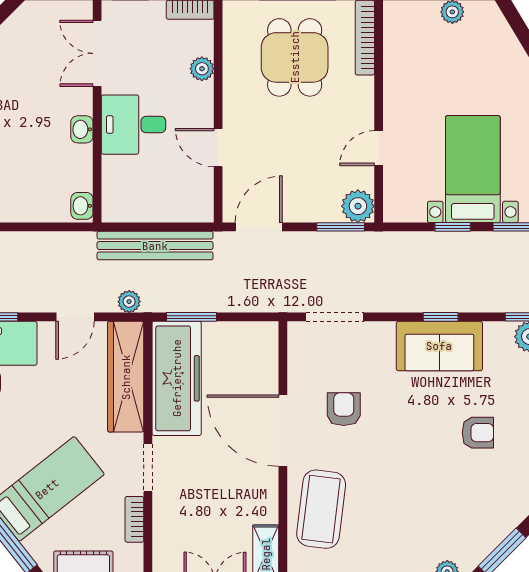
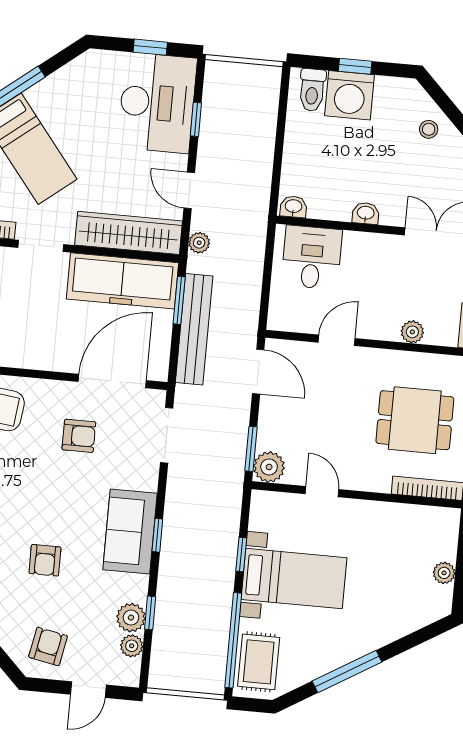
desk: (133, 125) -> (312, 257), moved
bench: (155, 246) -> (194, 329), moved
door: (283, 431) -> (112, 381), moved

